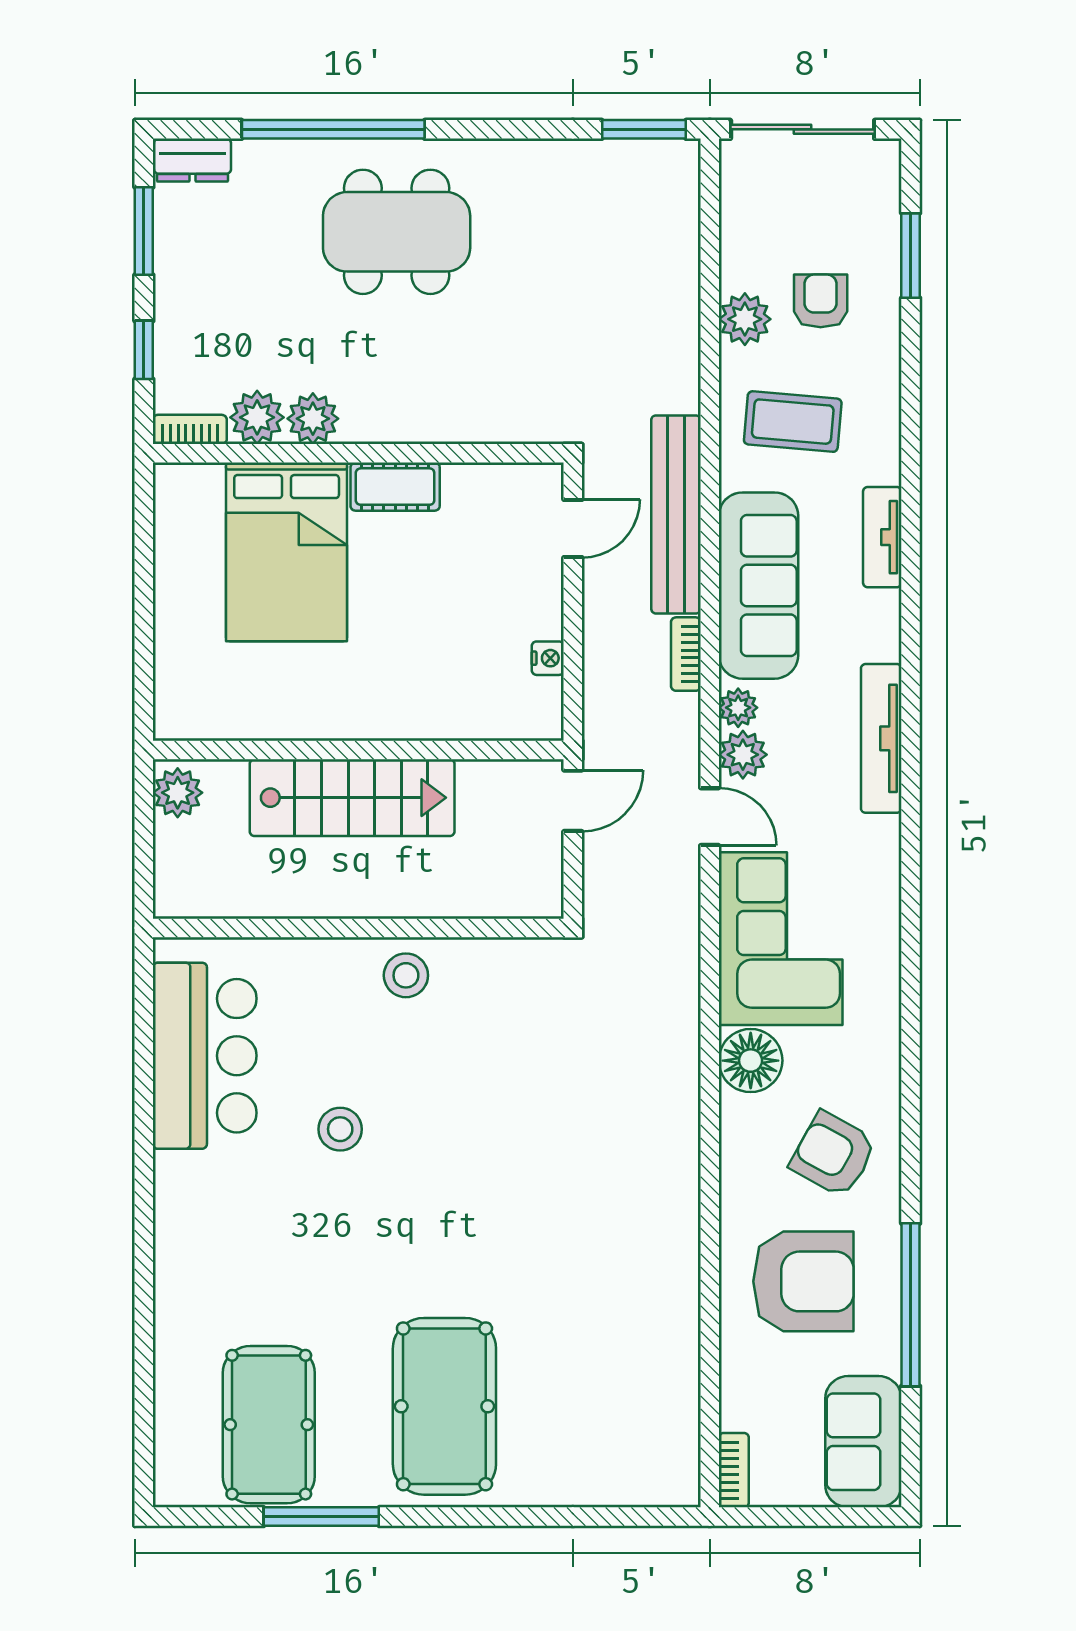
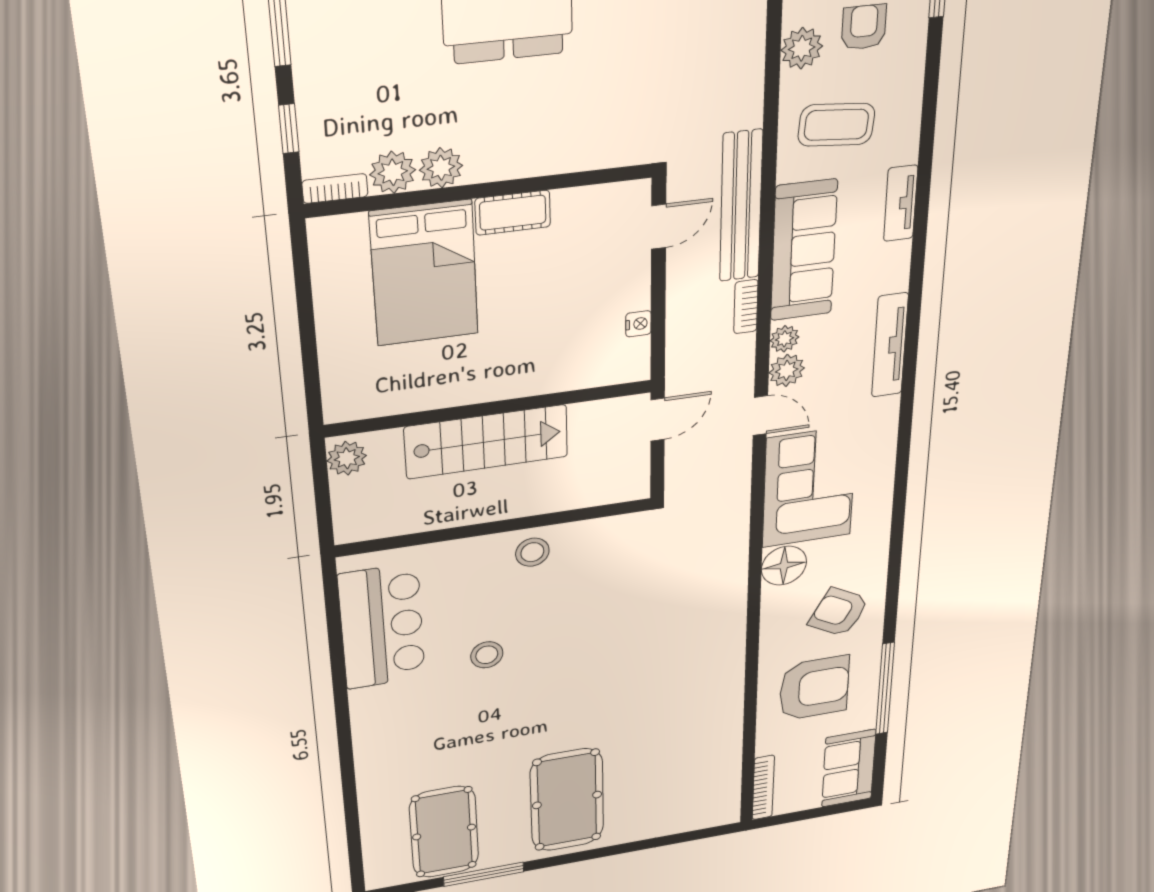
bookcase: (734, 1470) -> (763, 788), width x1.56

